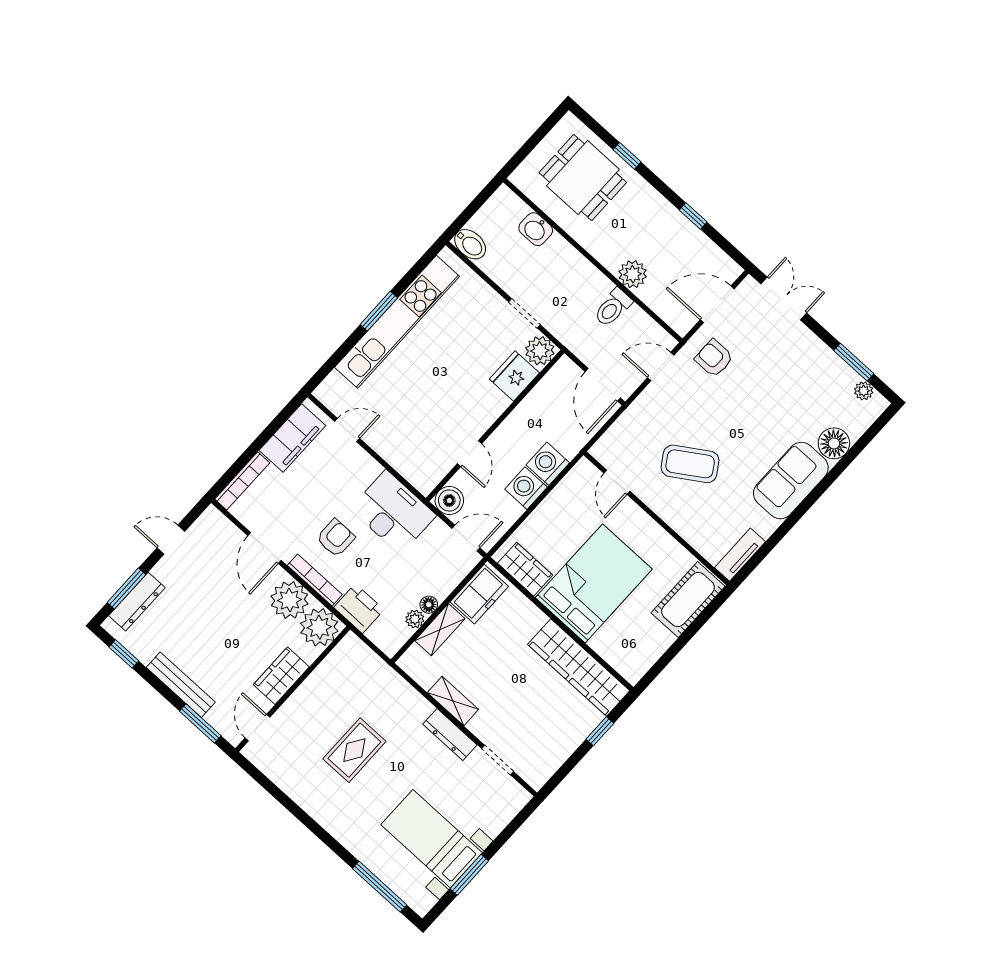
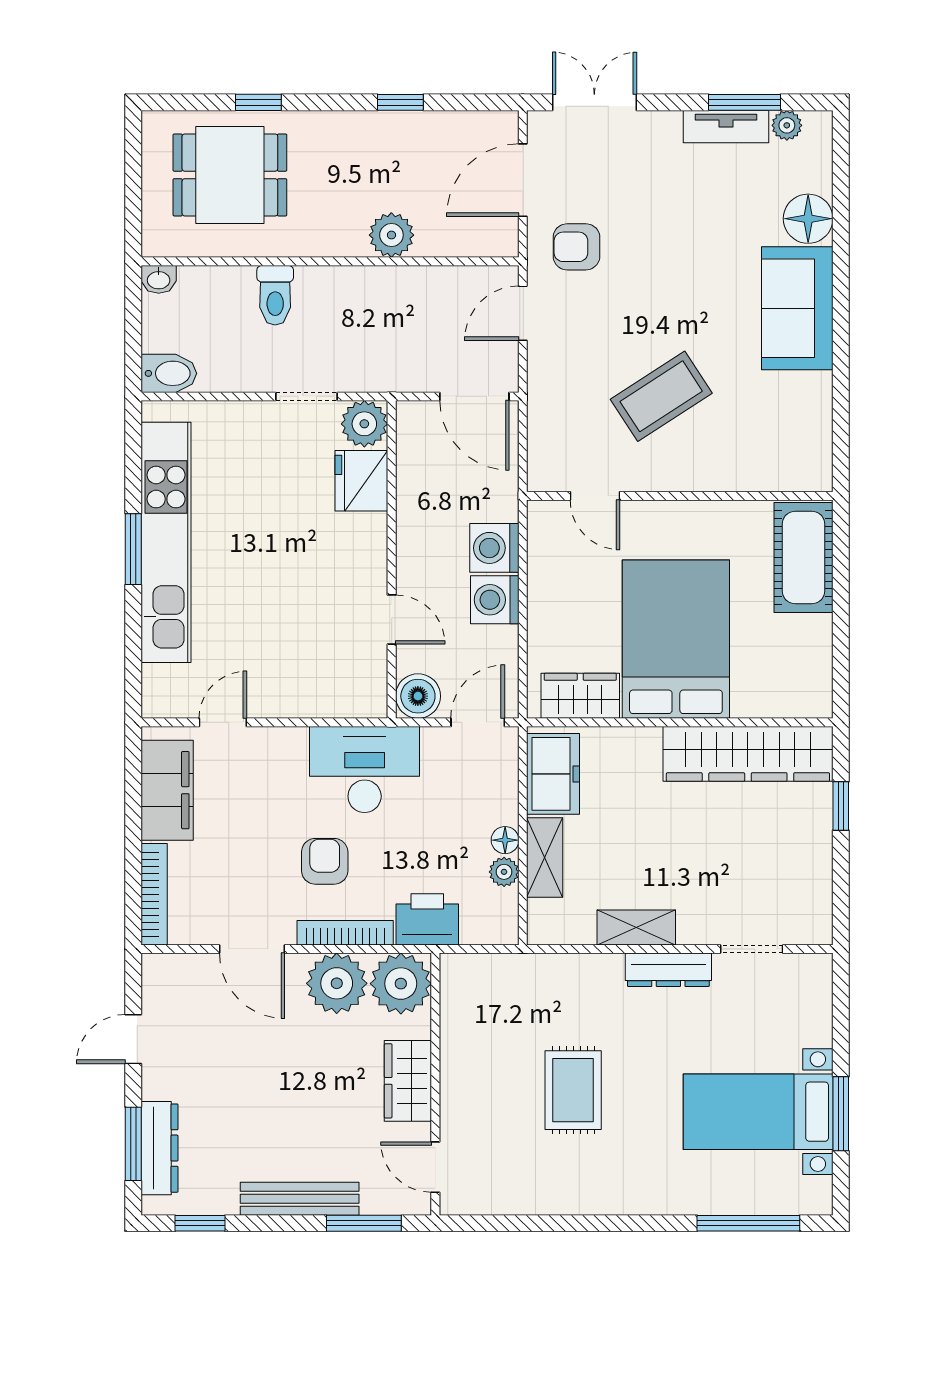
washbasin: (536, 229) -> (159, 279), moved, width x0.72, depth x0.69
toilet: (613, 308) -> (275, 295), moved
tv unit: (740, 555) -> (726, 127), moved, turned -90

